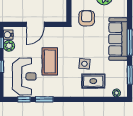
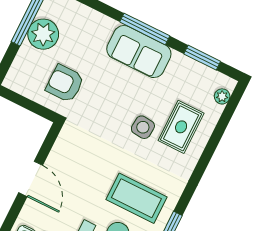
sofa: (118, 39) -> (139, 52), width x0.73
coffee table: (50, 61) -> (136, 198), moved

